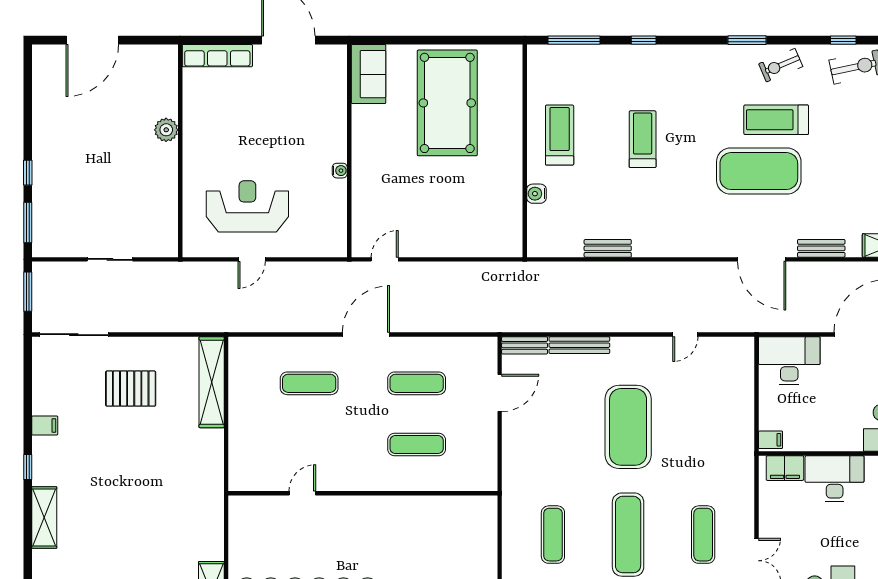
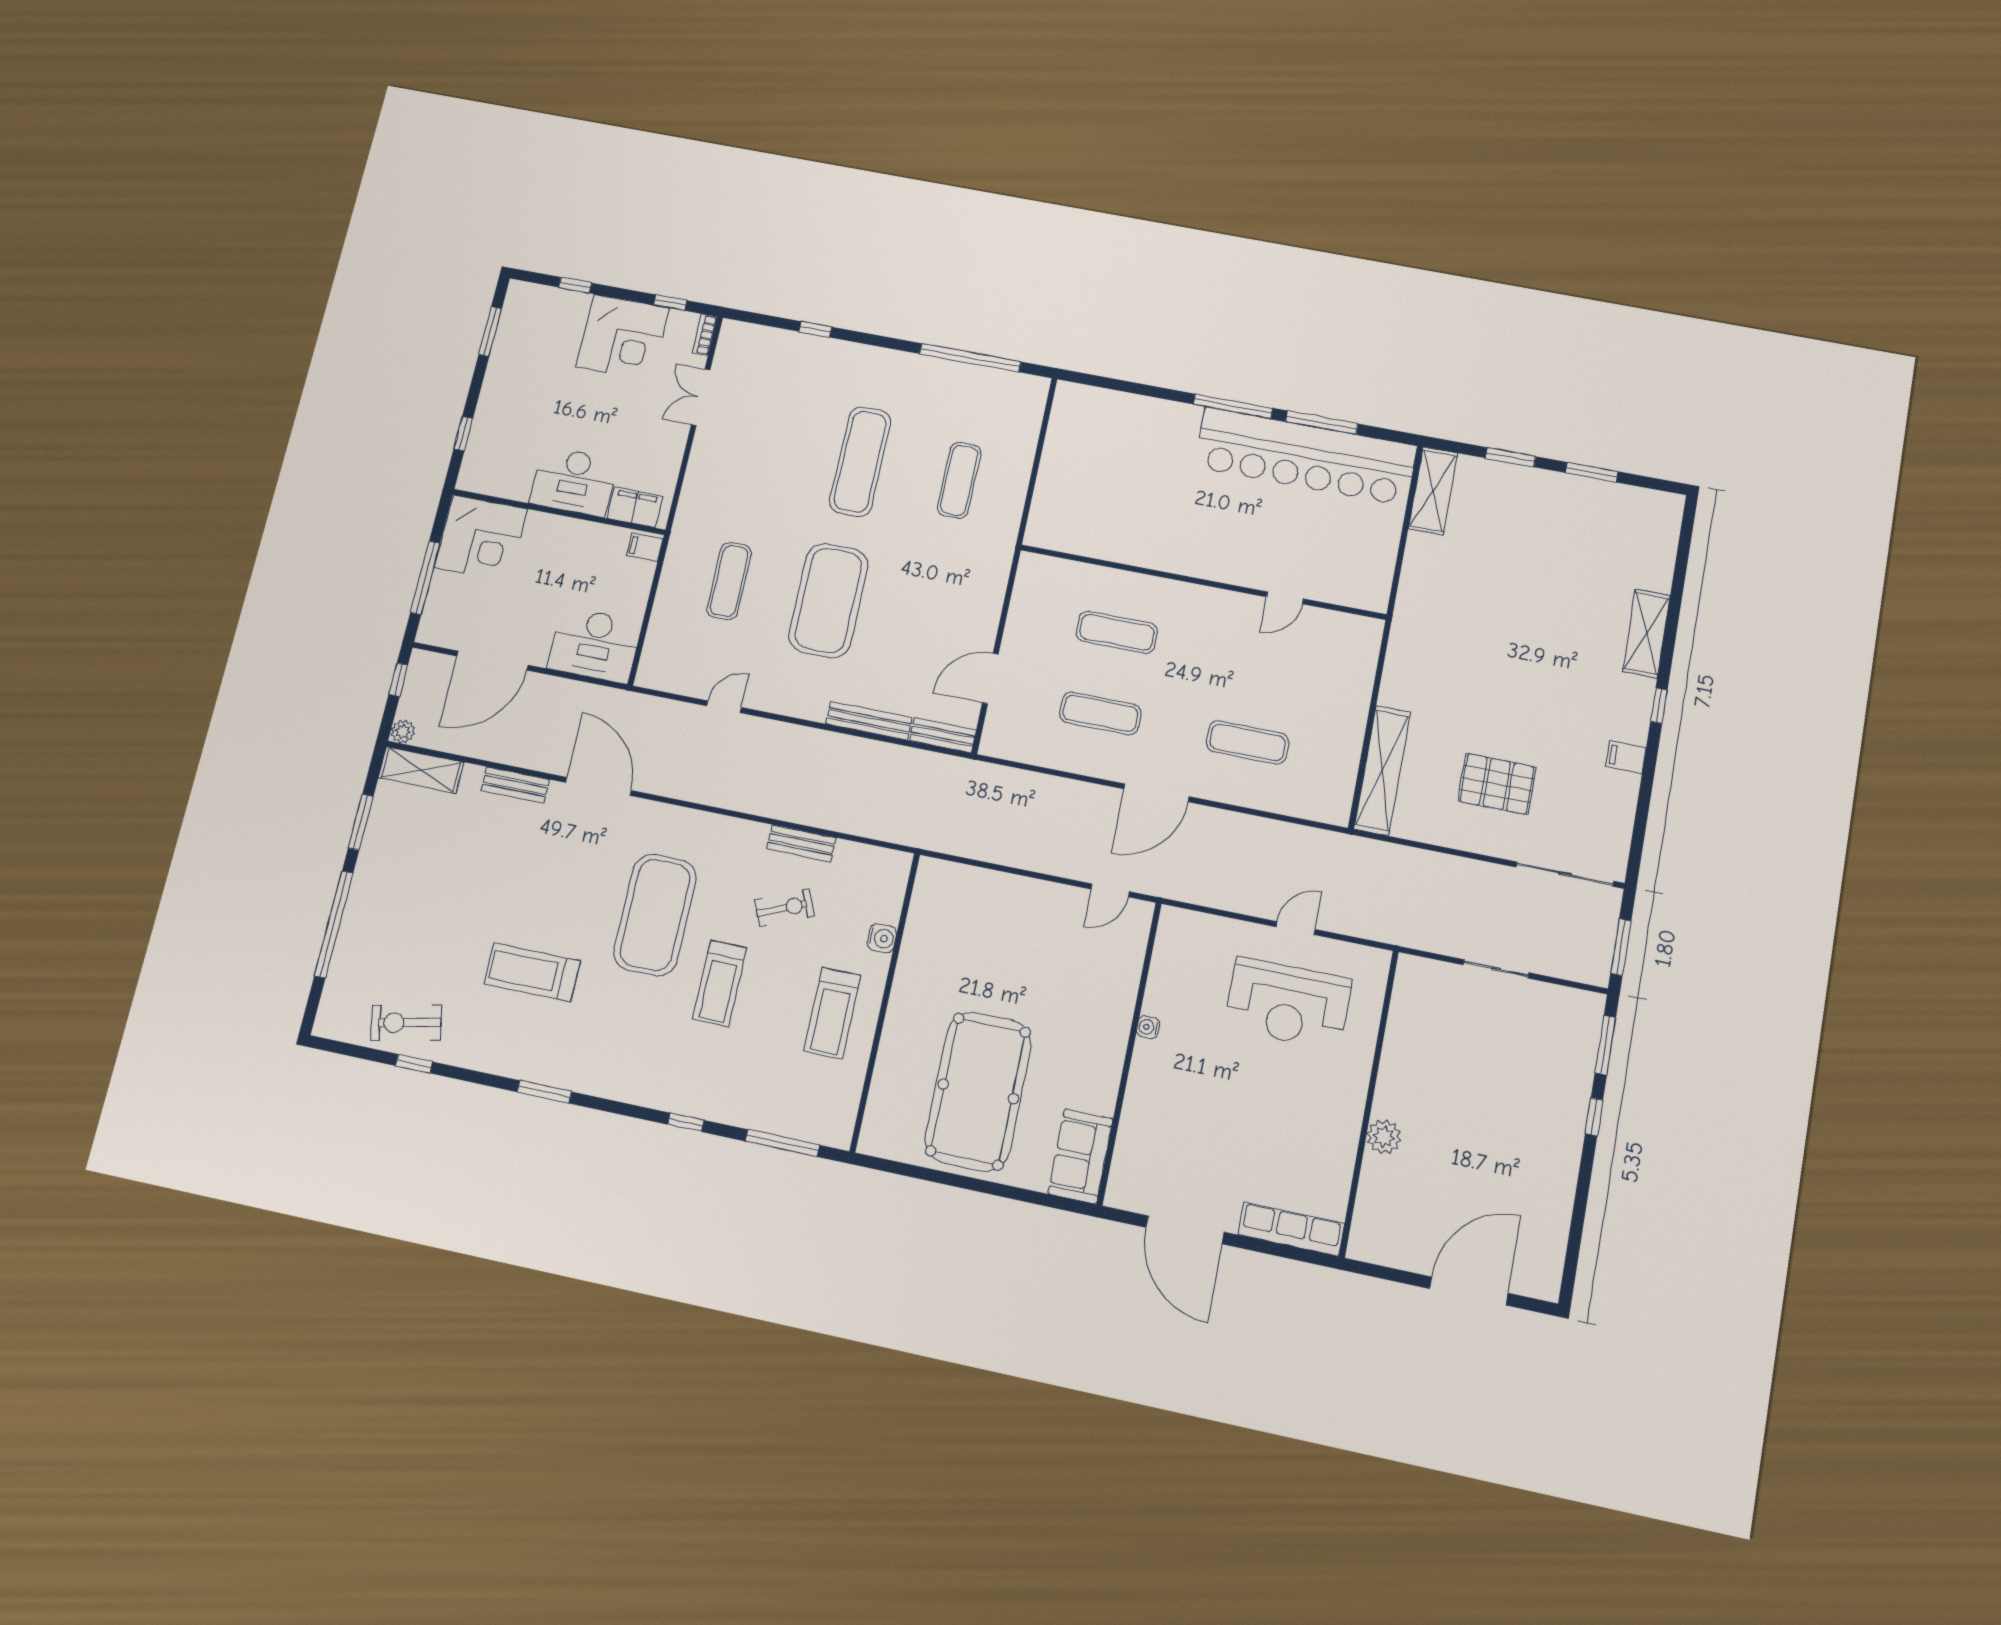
exercise bike: (781, 65) -> (784, 908), moved
treadmill: (776, 120) -> (532, 972), turned 180
exercise mat: (759, 171) -> (655, 915), moved, turned 90
exercise mat: (703, 535) -> (729, 581), moved

